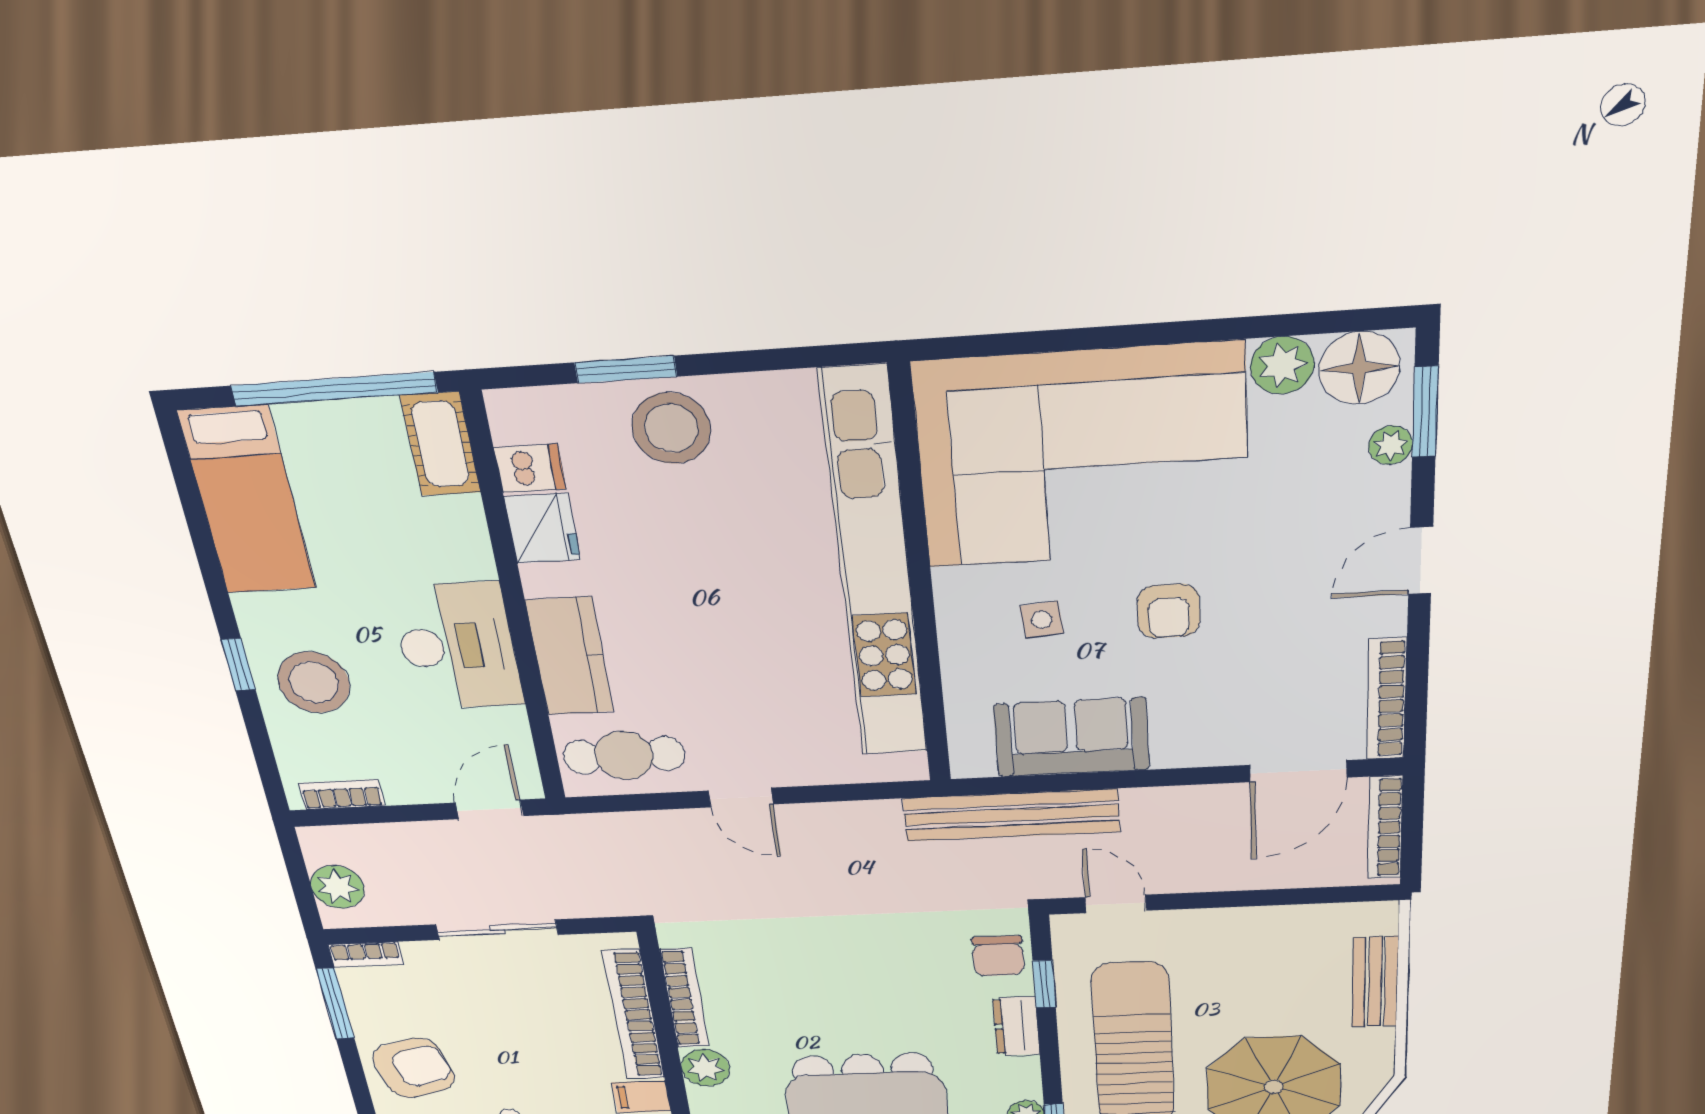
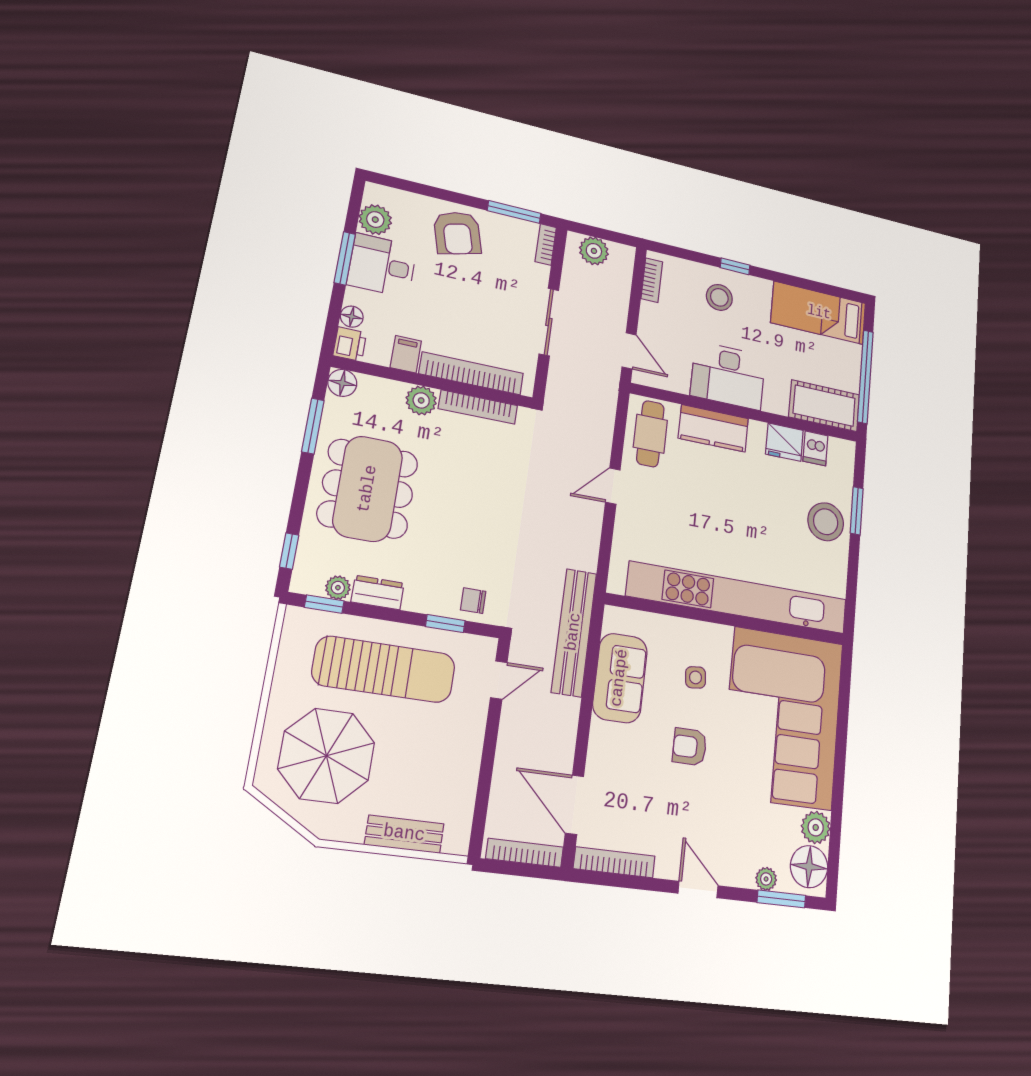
cot: (440, 444) -> (824, 406), width x1.37, depth x1.34
stool: (314, 682) -> (719, 297), width x0.73, depth x0.73
chair: (998, 956) -> (473, 601), width x0.73, depth x0.73
dresser: (1016, 1026) -> (378, 593), moved

